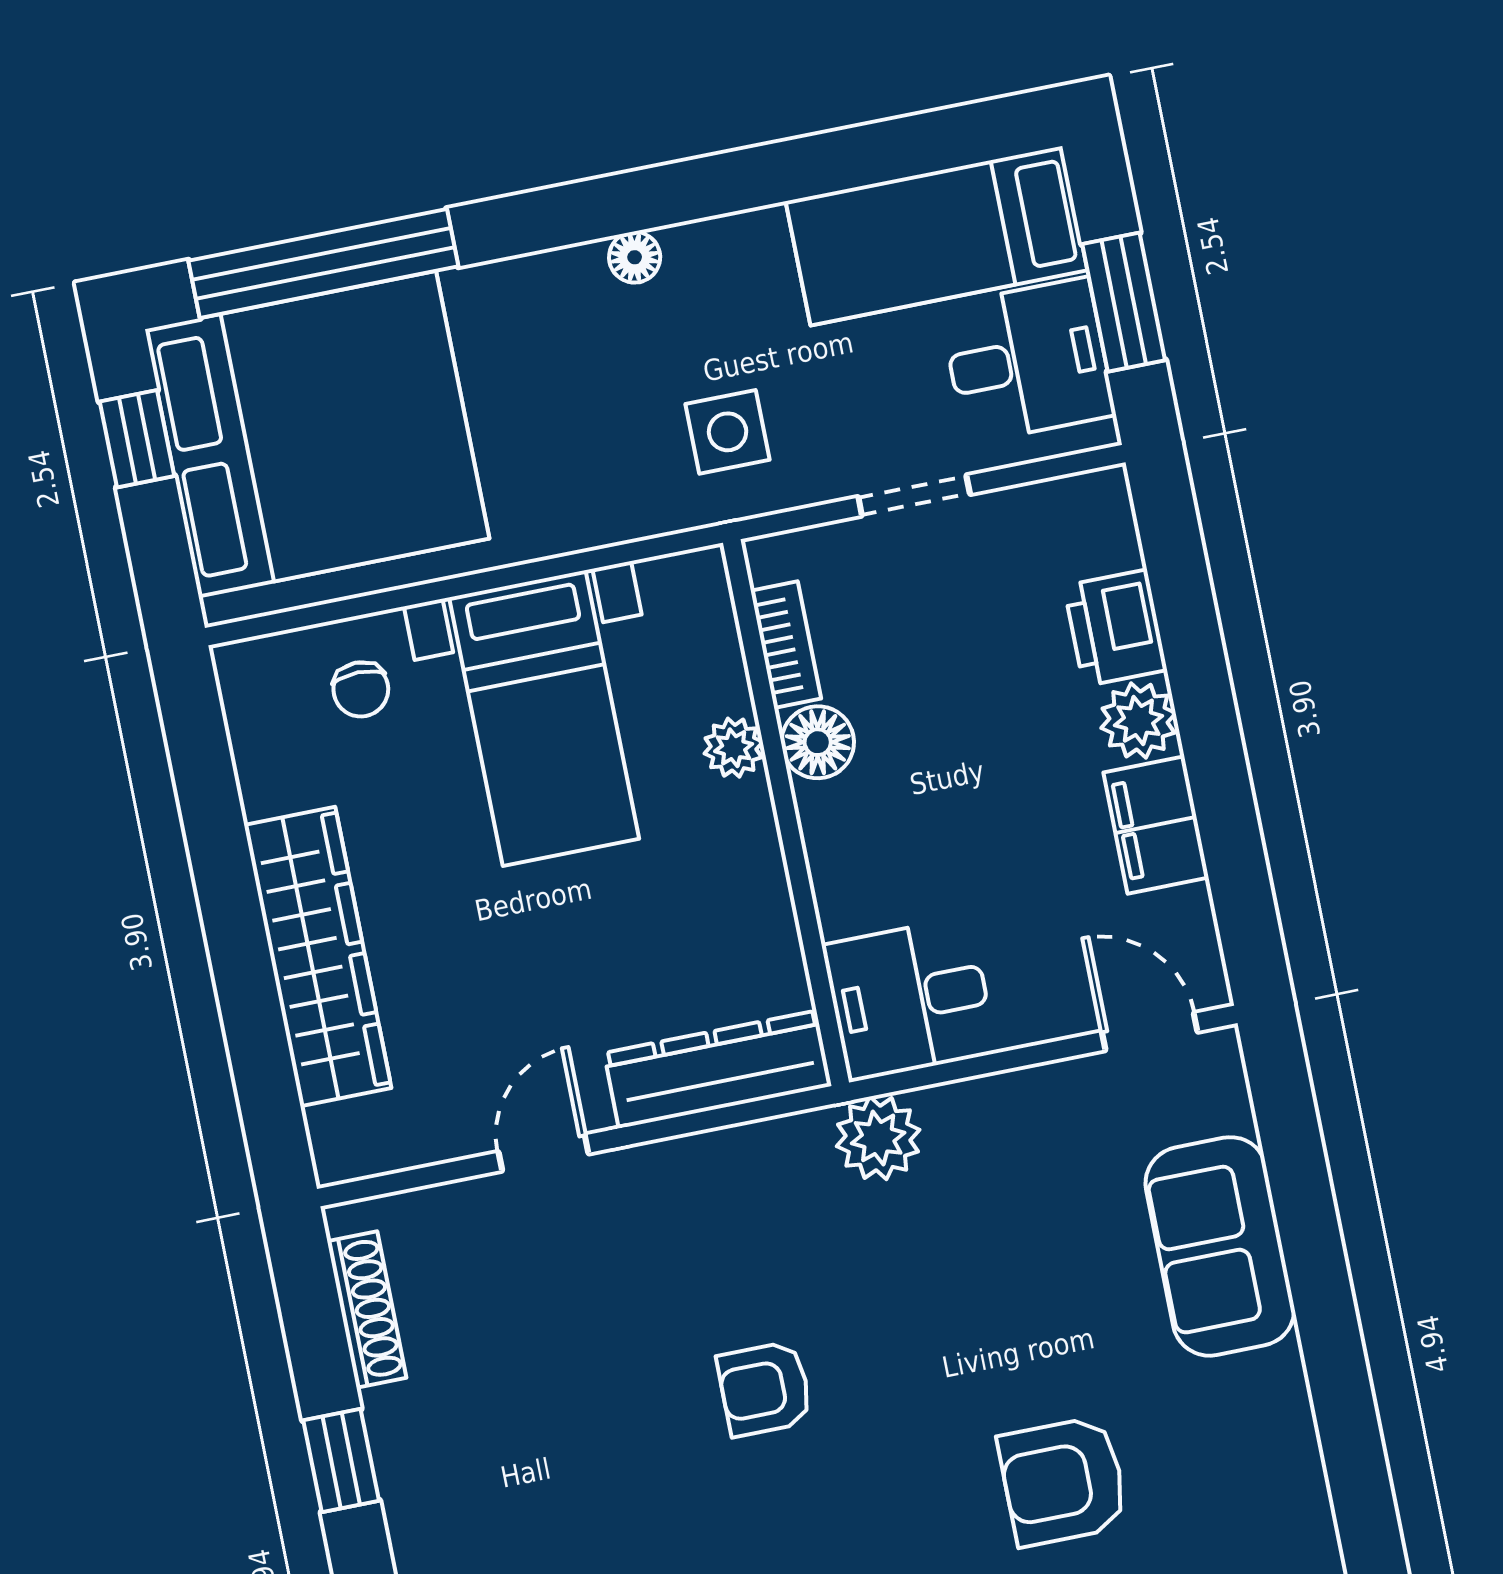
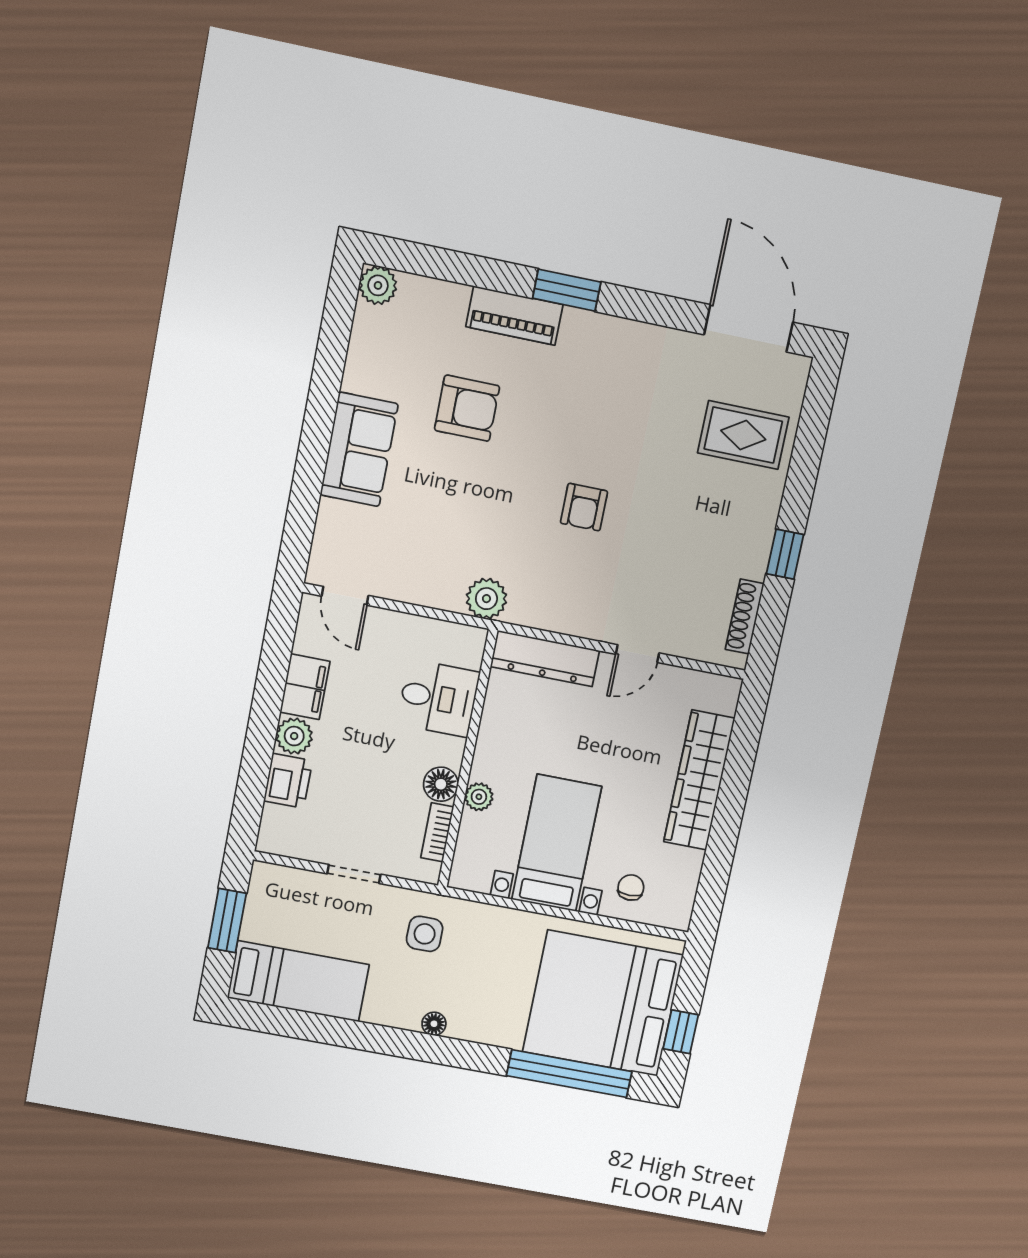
desk: (1027, 361) -> (280, 912), removed
desk: (909, 999) -> (438, 698), moved
sofa: (1220, 1246) -> (359, 449), moved
armchair: (765, 1389) -> (584, 507), turned 90

